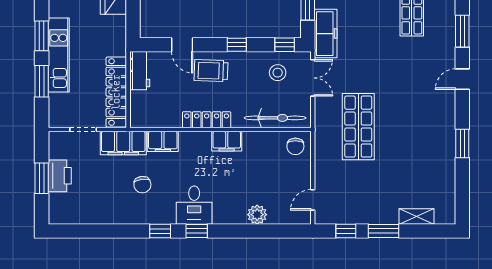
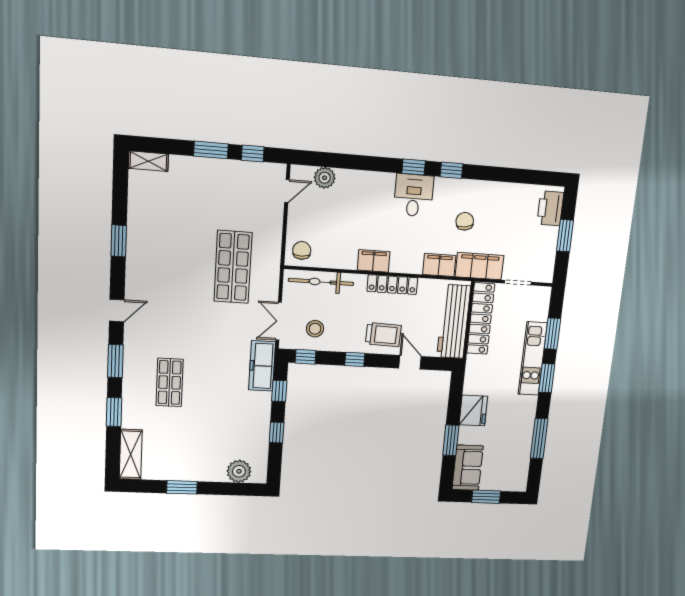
workbench: (140, 71) -> (454, 322), width x1.88, depth x1.32
printer: (60, 176) -> (550, 208), moved
plant: (257, 215) -> (325, 178), moved
shelving: (416, 217) -> (148, 161), moved

